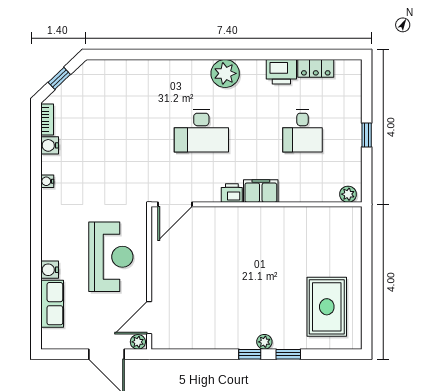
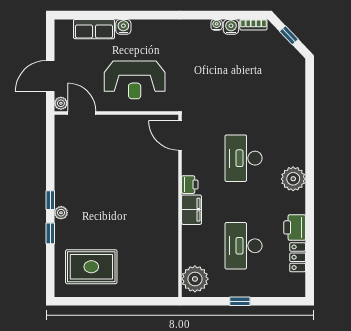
desk: (303, 131) -> (244, 246), width x1.37
water cooler: (47, 181) -> (217, 25), moved
plant: (348, 194) -> (195, 279), width x1.87, depth x1.87

